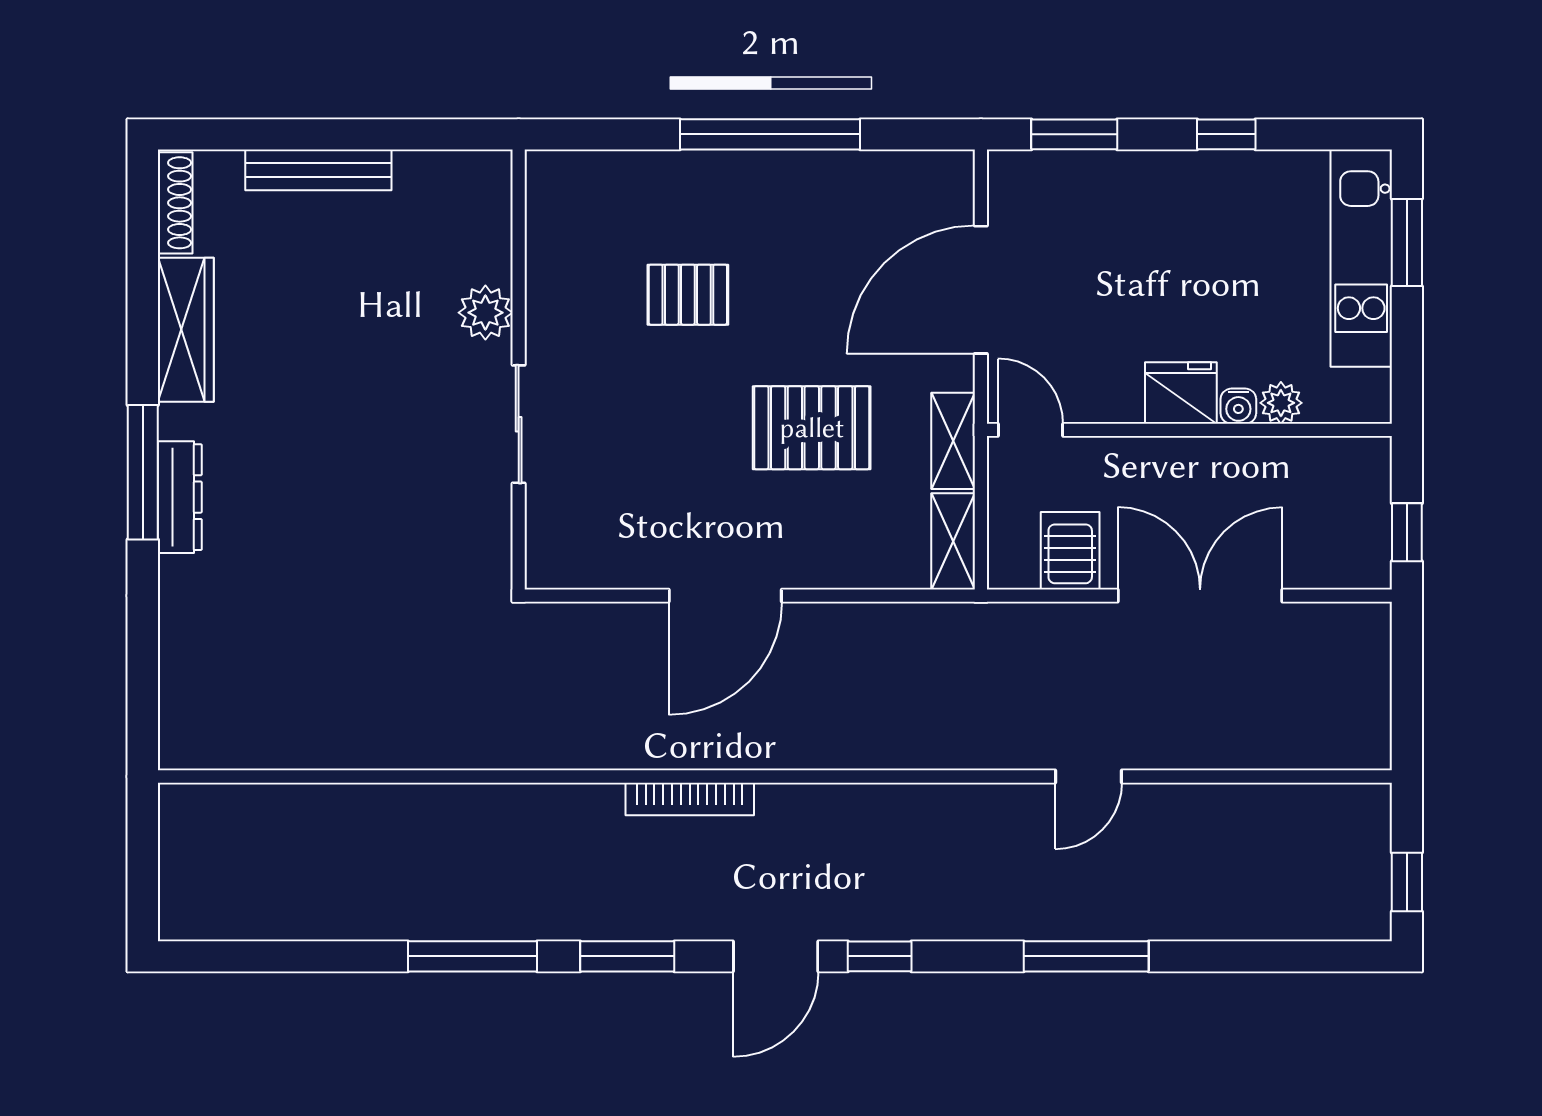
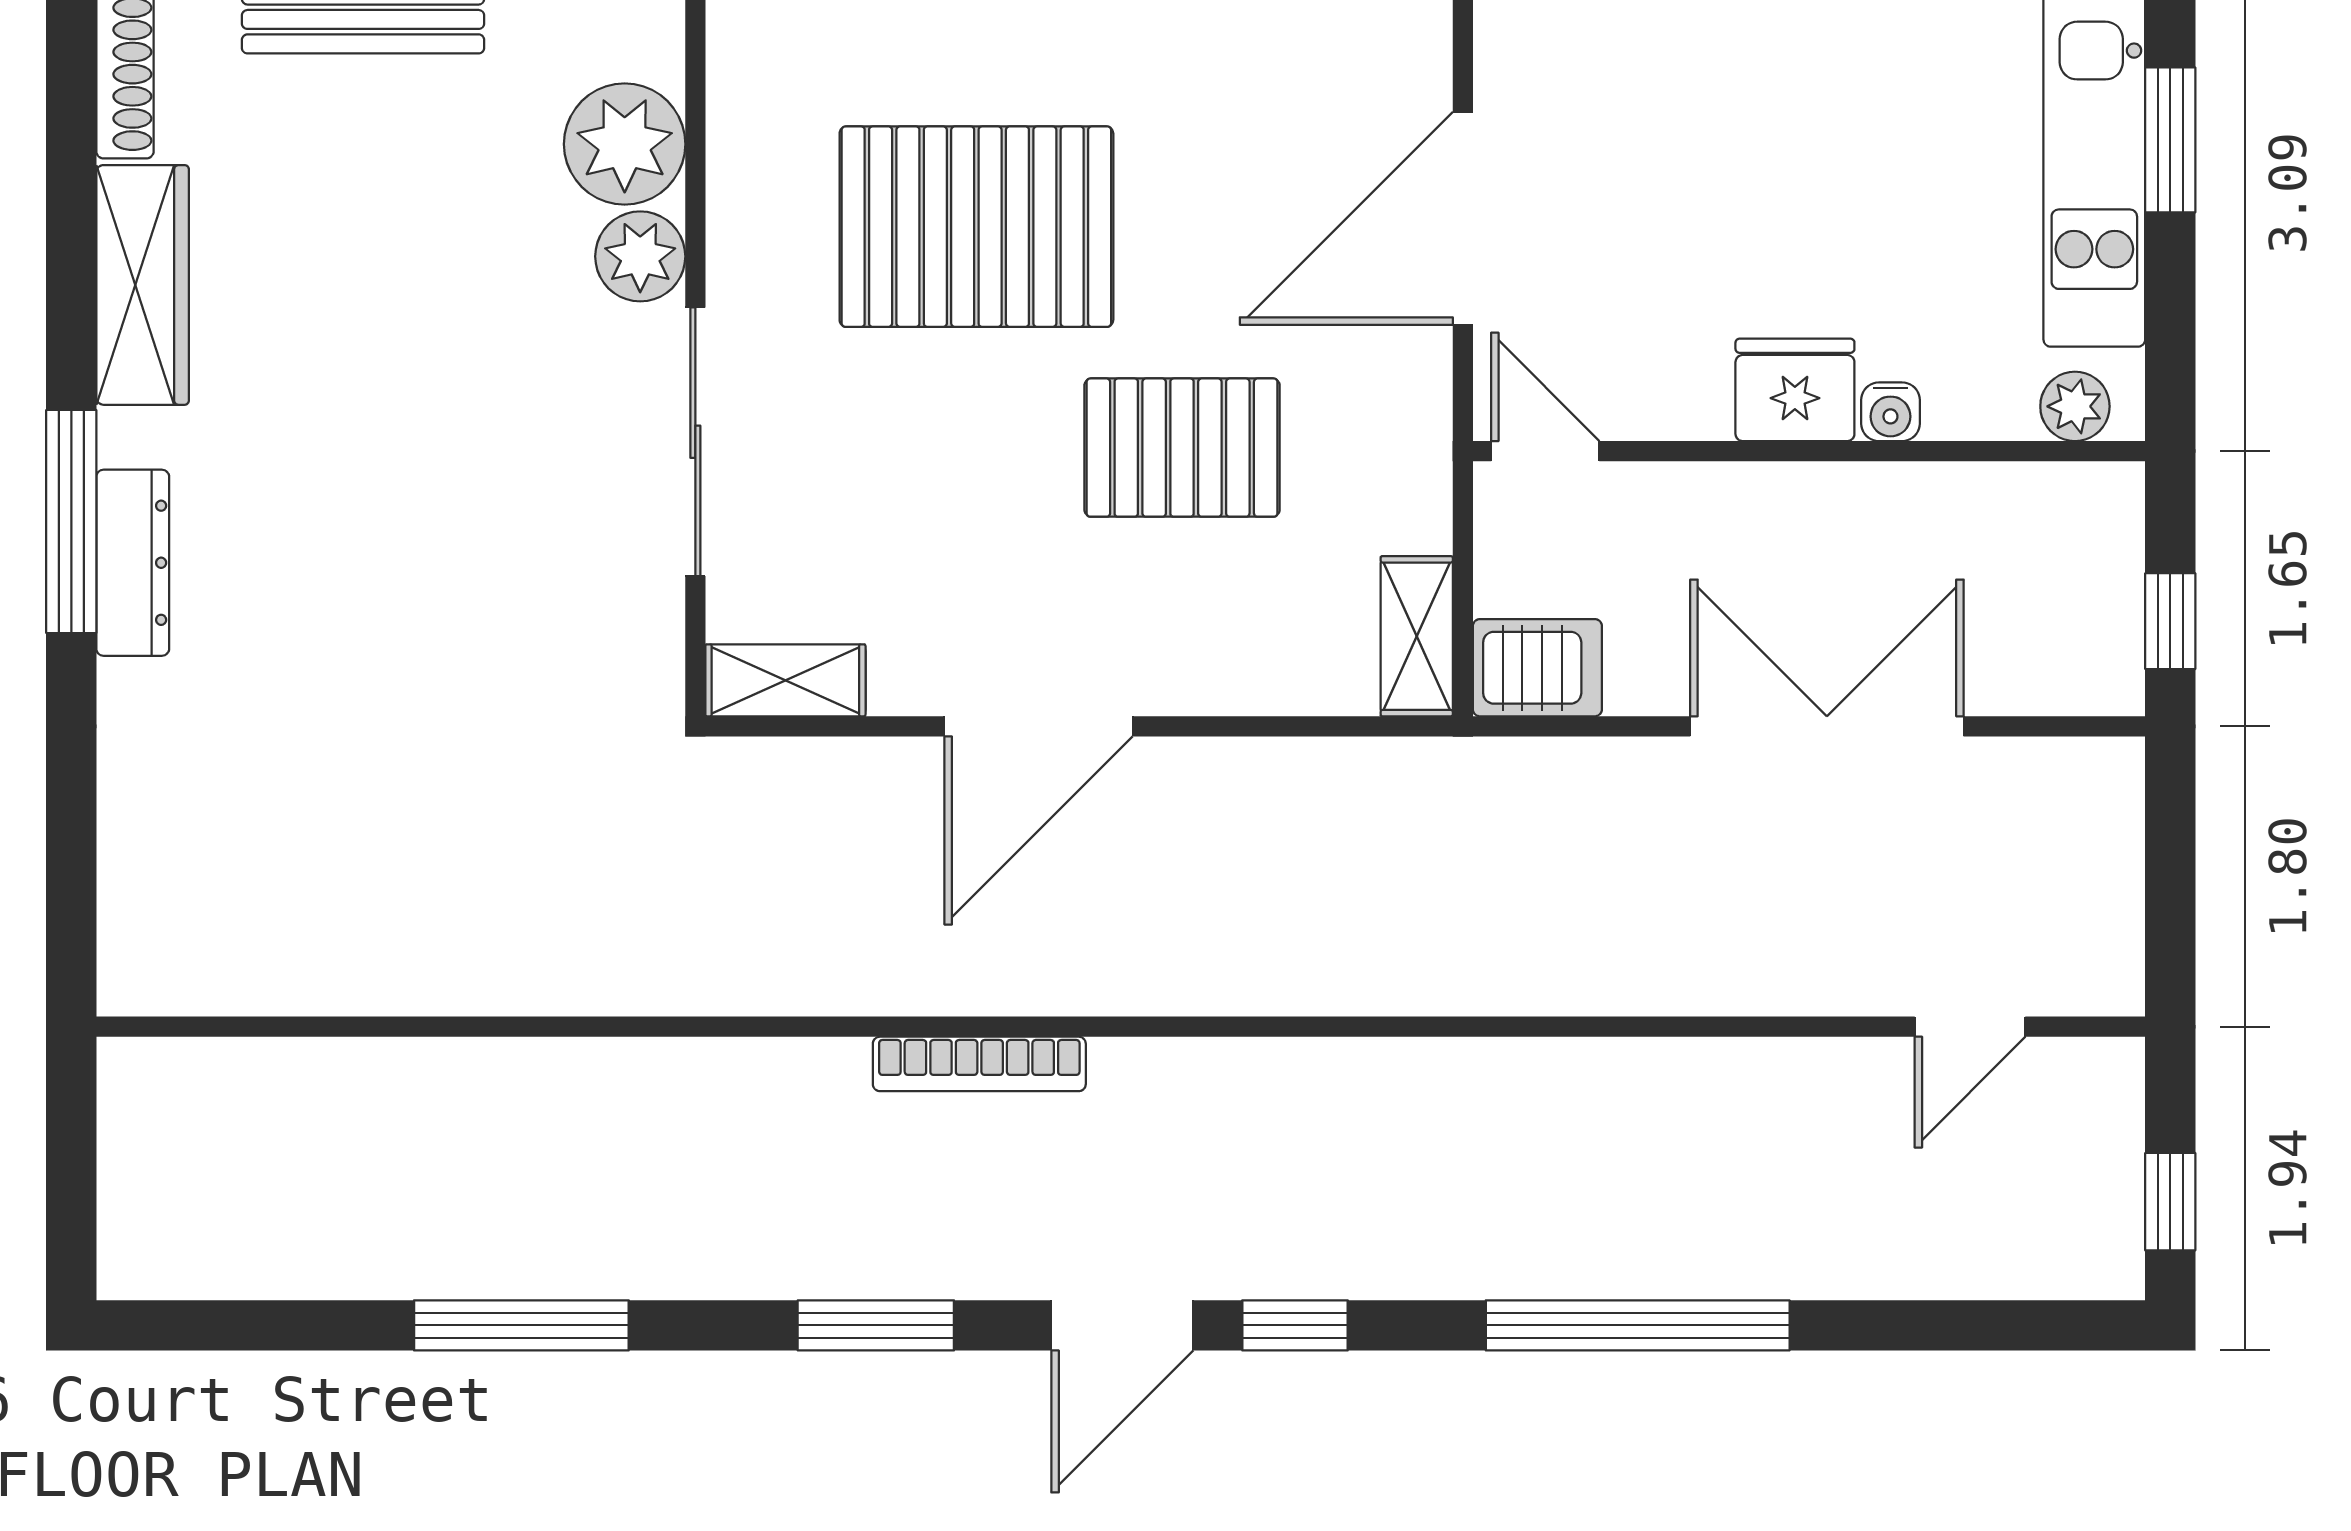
plant: (476, 245) -> (625, 144), added
pallet: (688, 295) -> (976, 227), width x2.05, depth x2.00
plant: (1281, 403) -> (2075, 406), moved
sliding door: (519, 424) -> (695, 442), width x1.37
shelving: (953, 441) -> (785, 680), moved, turned 90
server rack: (1070, 551) -> (1537, 668), moved, turned 90
door: (1089, 776) -> (1970, 1027), moved
window: (472, 956) -> (521, 1325), moved
window: (1086, 956) -> (1638, 1325), width x1.46

